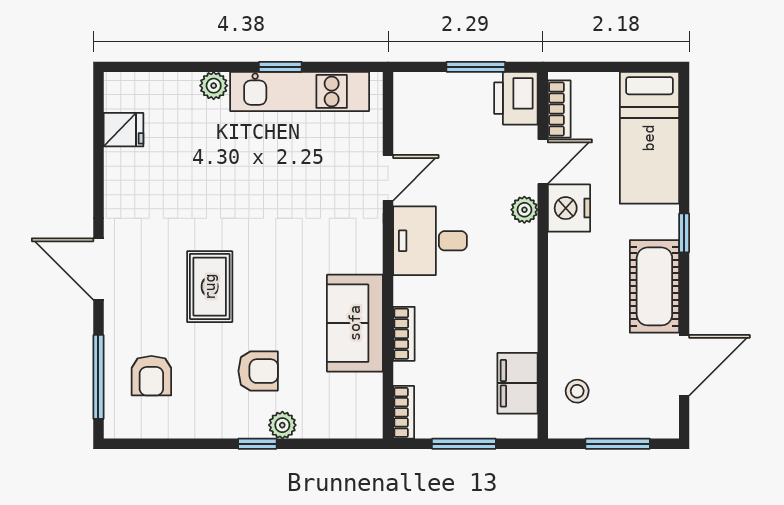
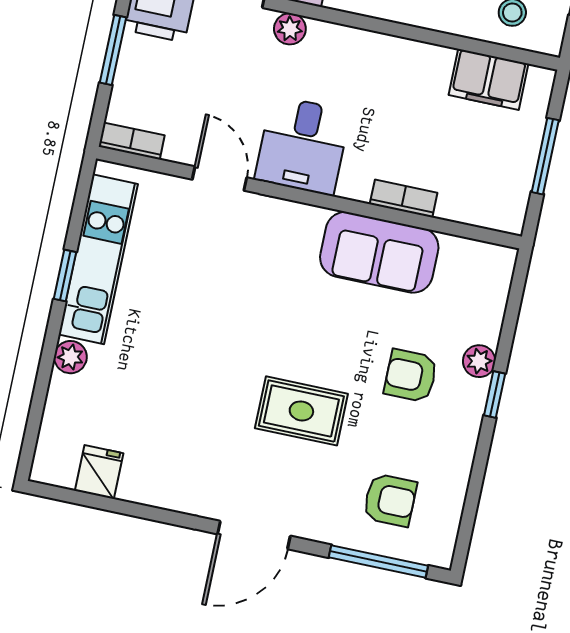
armchair: (258, 371) -> (411, 376), turned -90
bookcase: (404, 412) -> (132, 141), moved

